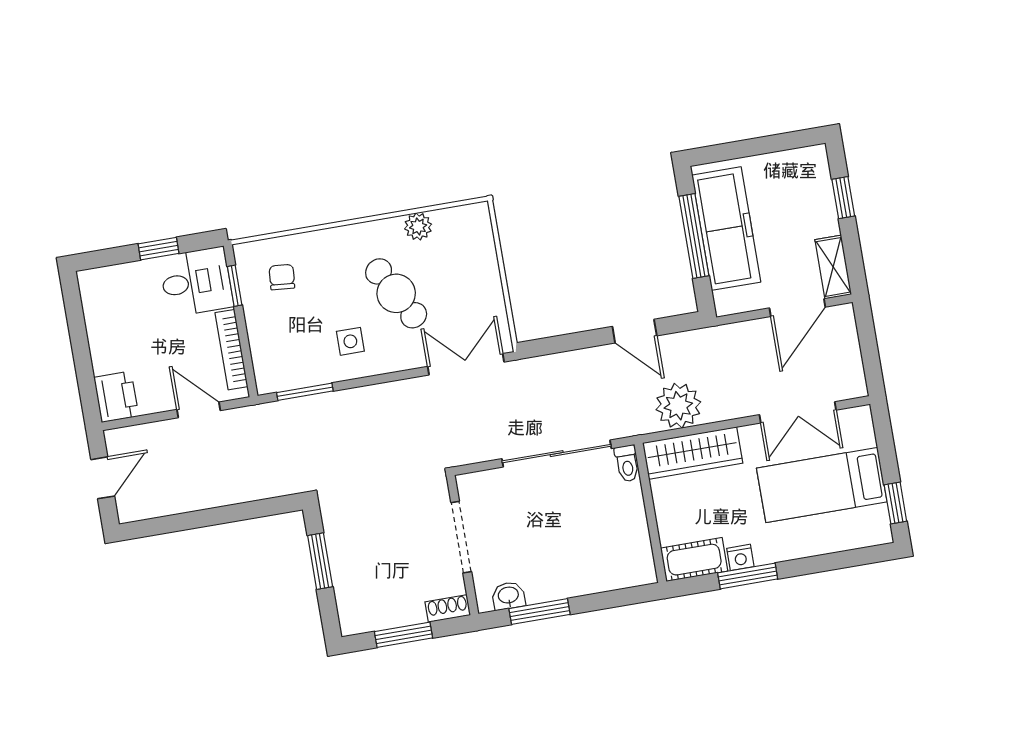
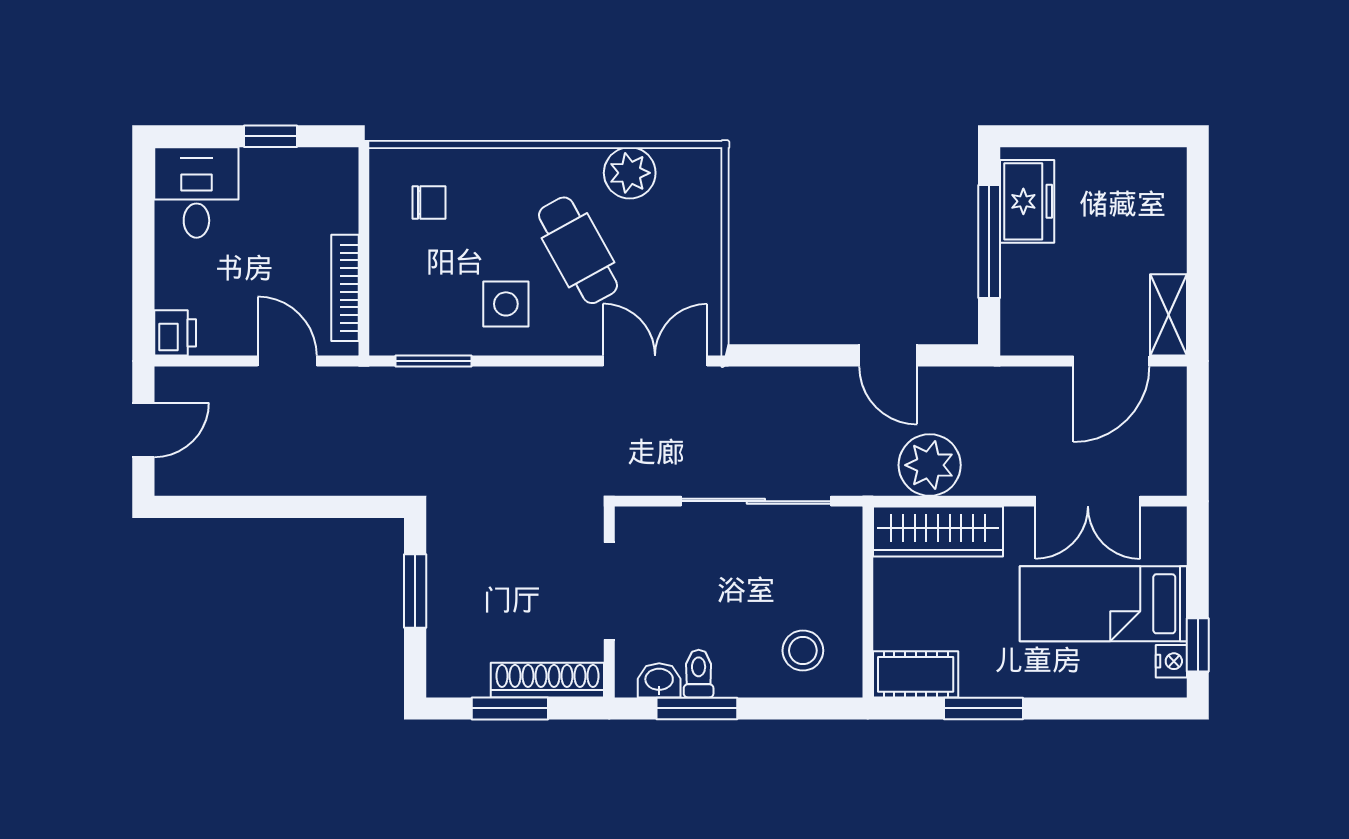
window: (843, 198) -> (1198, 225), removed
plant: (418, 226) -> (630, 173), width x1.38, depth x1.38
freezer: (726, 229) -> (1027, 201), width x0.52, depth x0.79
chair: (282, 277) -> (429, 202), turned 85
desk: (196, 282) -> (196, 192), moved, turned -90
window: (235, 286) -> (364, 203), removed
side table: (350, 341) -> (506, 304), width x1.37, depth x1.37
printer: (116, 397) -> (175, 333), width x0.73, depth x0.81
toilet: (627, 463) -> (699, 674), moved, turned 180
stool: (609, 556) -> (803, 651), added
nightstand: (740, 557) -> (1171, 661), moved, turned -90
shoe rack: (448, 608) -> (547, 680), width x1.94, depth x1.24

